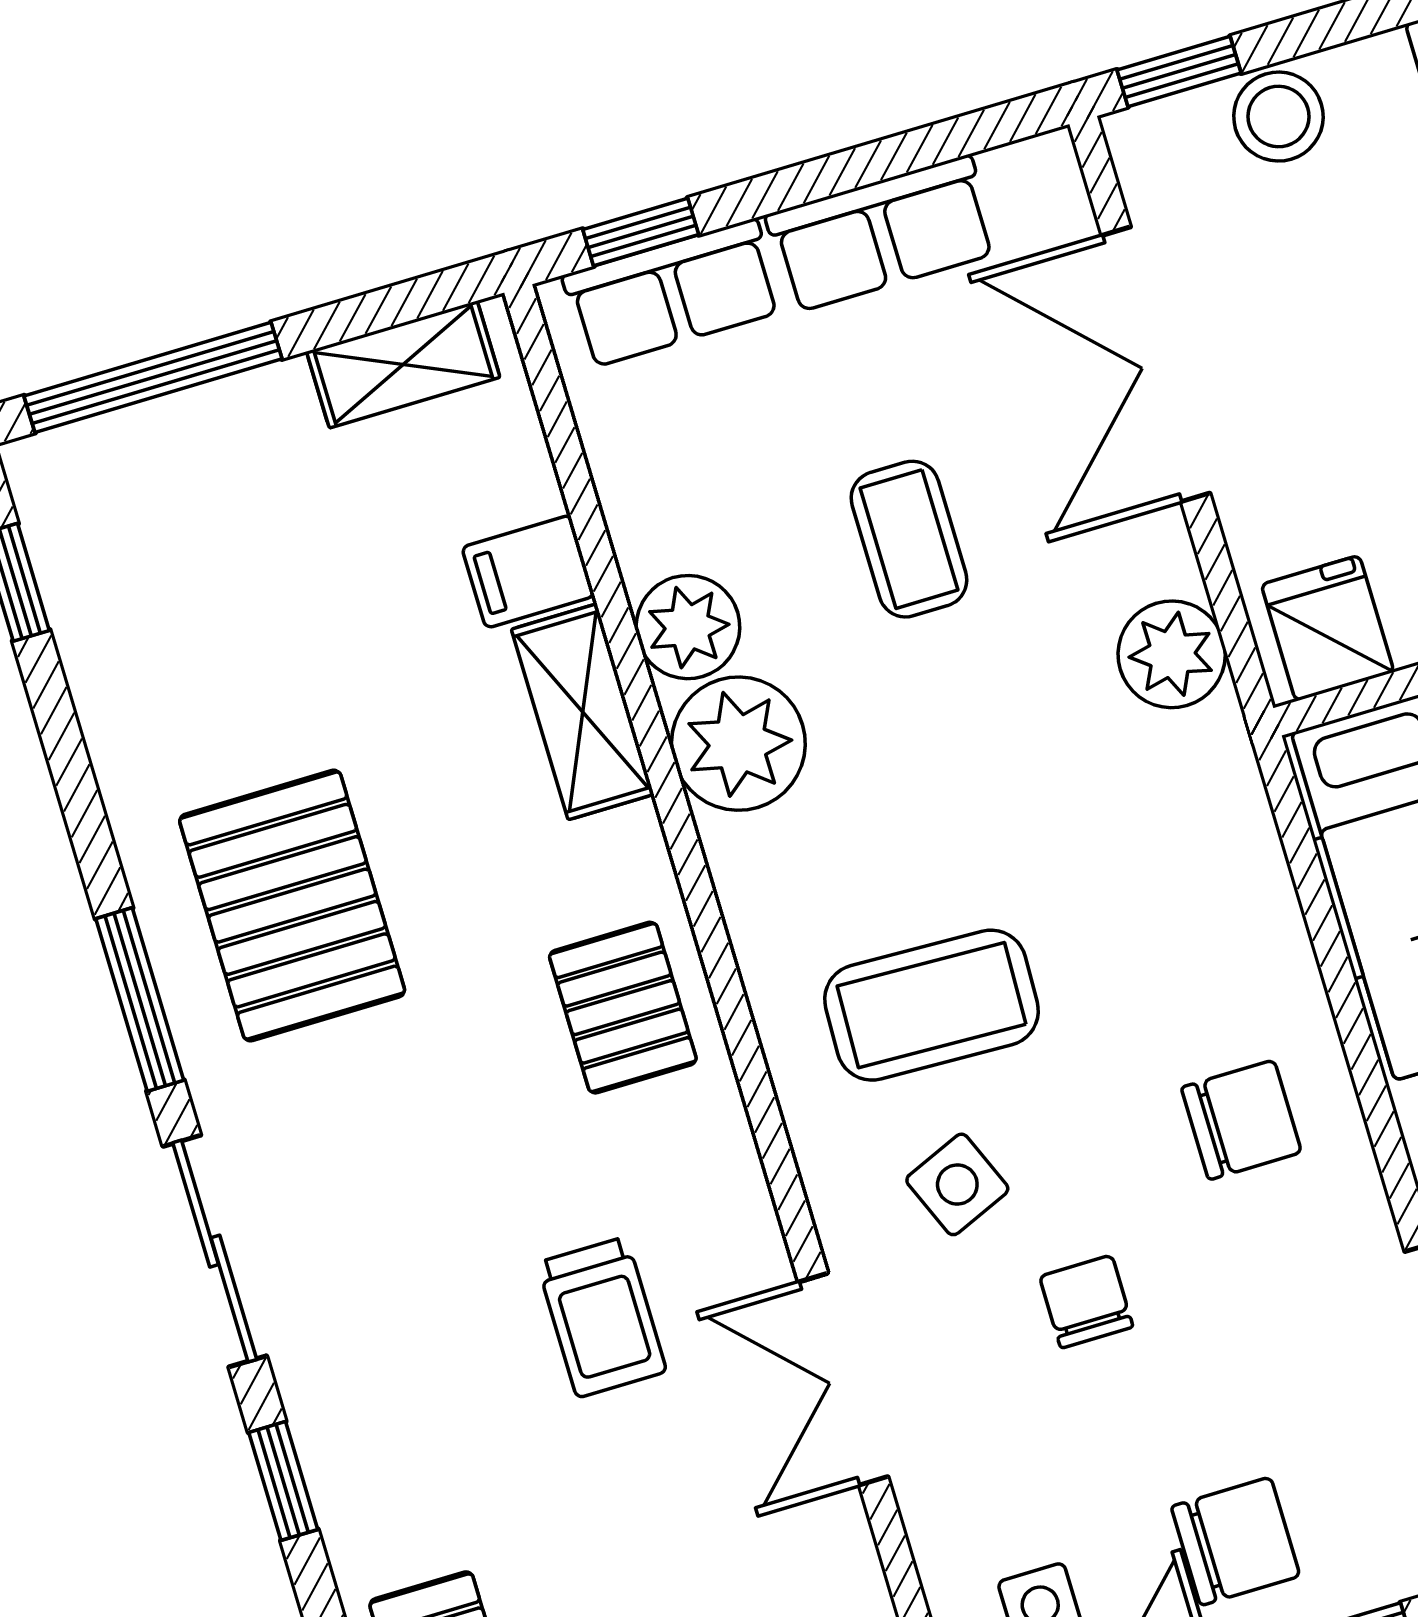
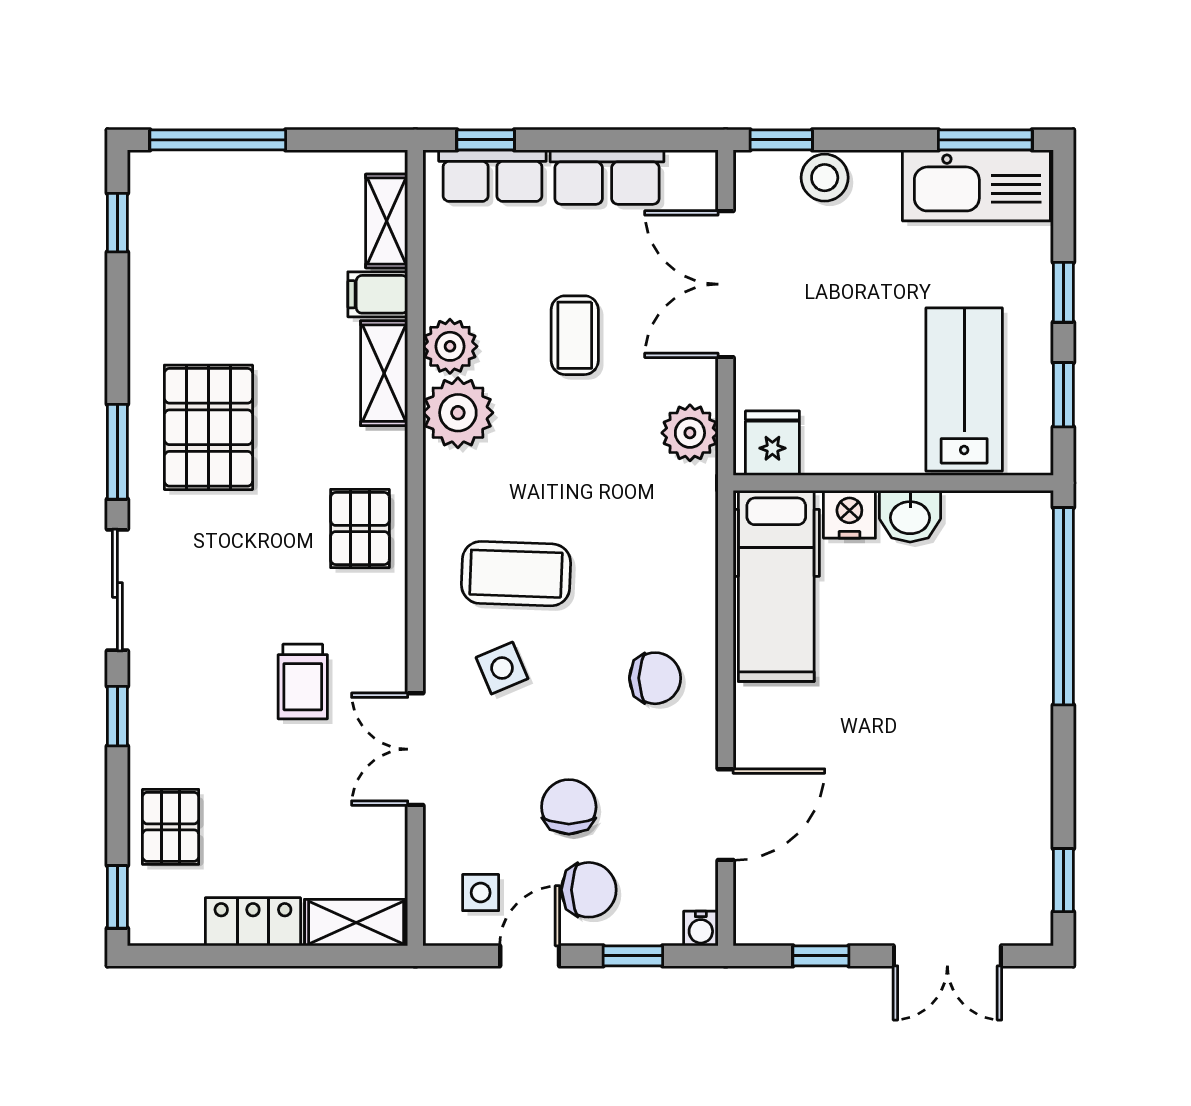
shelving: (403, 364) -> (387, 221), moved, turned 90
chair: (1086, 1302) -> (569, 807), moved, width x1.37, depth x1.37

